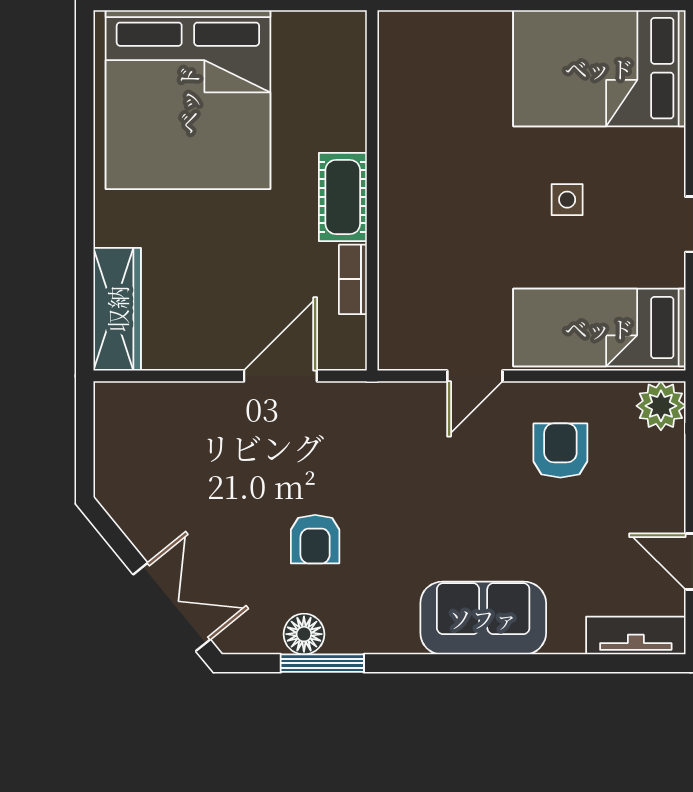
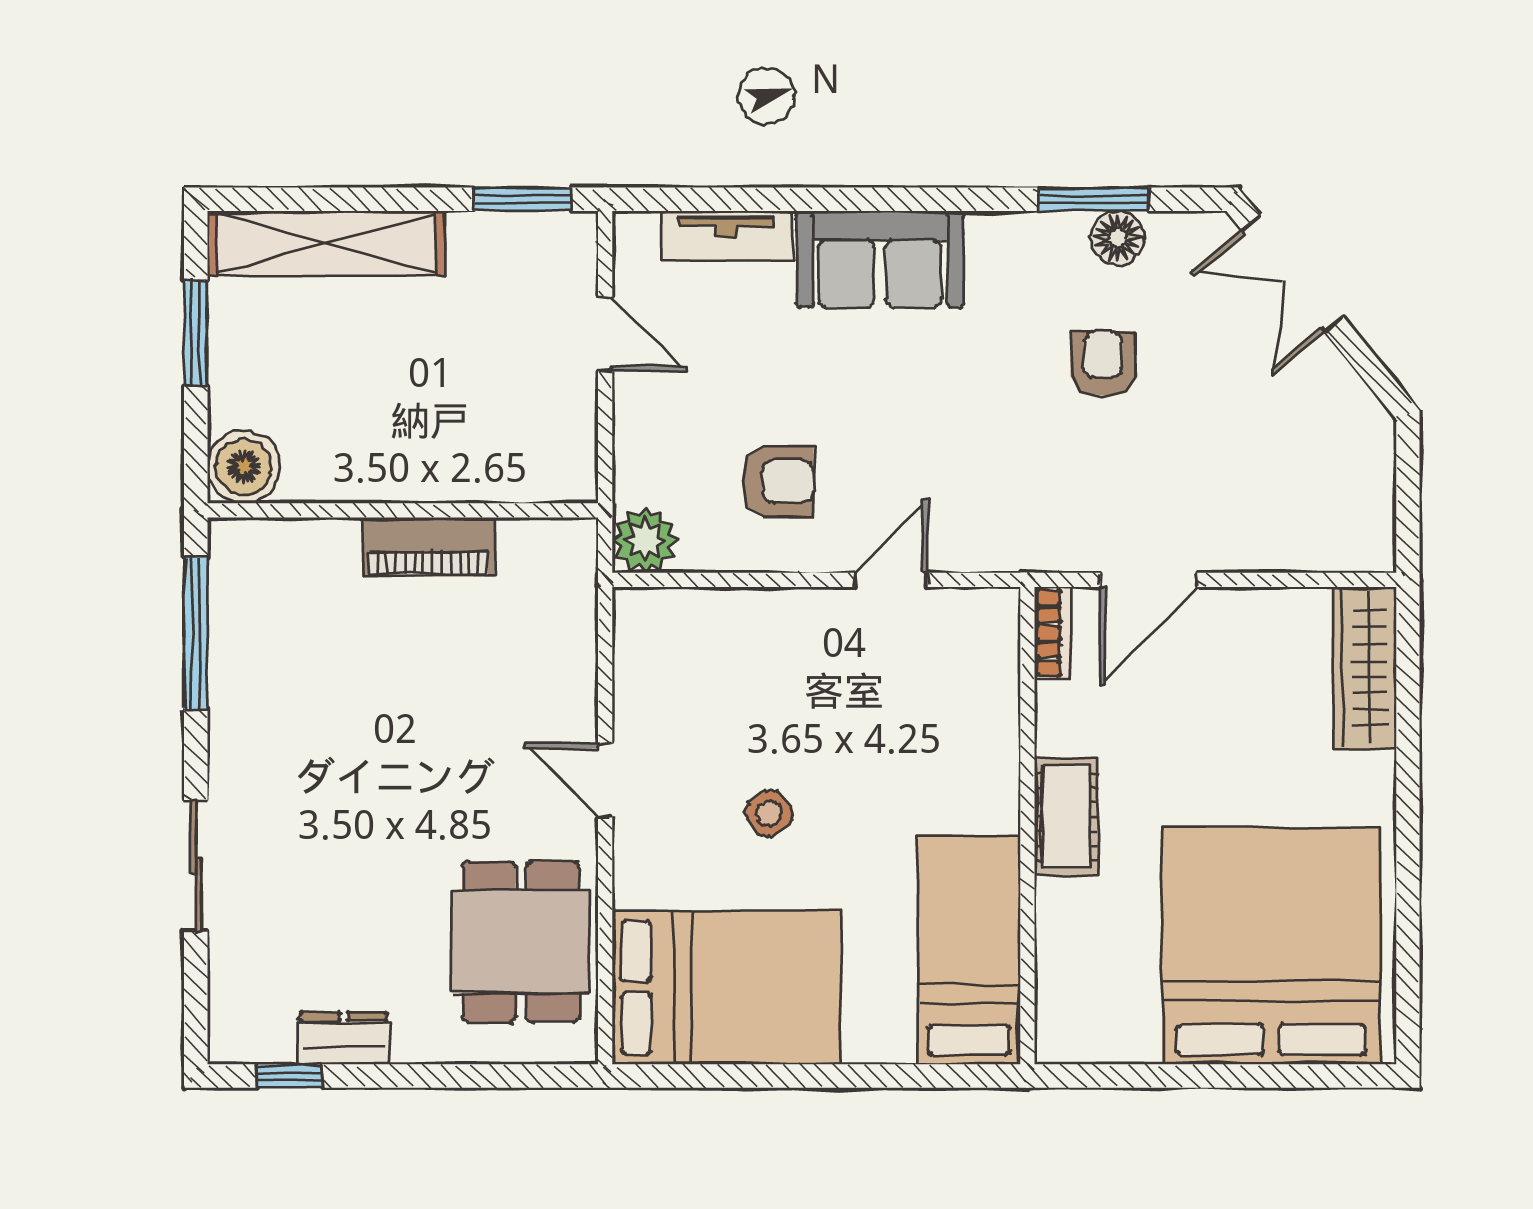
side table: (567, 200) -> (769, 813), turned -38
bookcase: (353, 279) -> (1053, 633), moved
bed: (599, 328) -> (969, 950), moved, turned -90
armchair: (560, 450) -> (778, 481), turned -90
tv unit: (636, 635) -> (726, 236), moved

